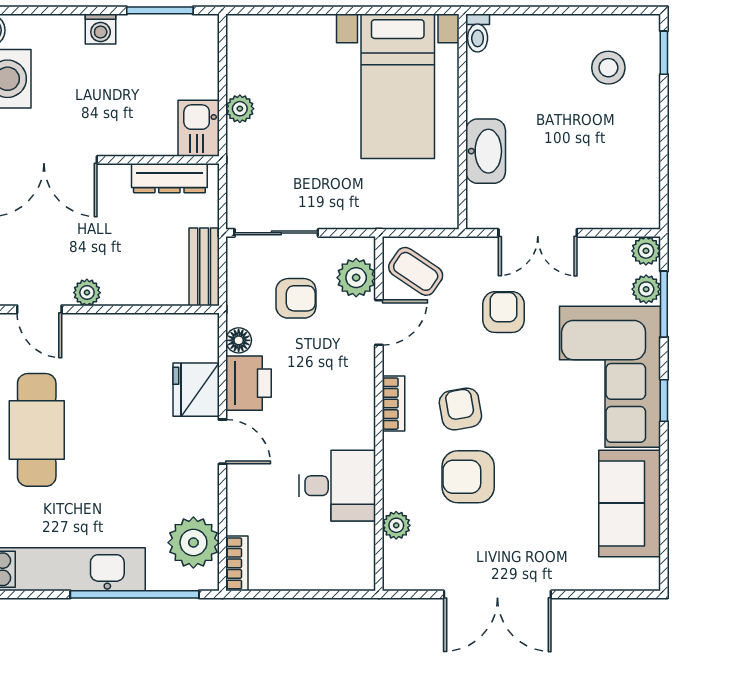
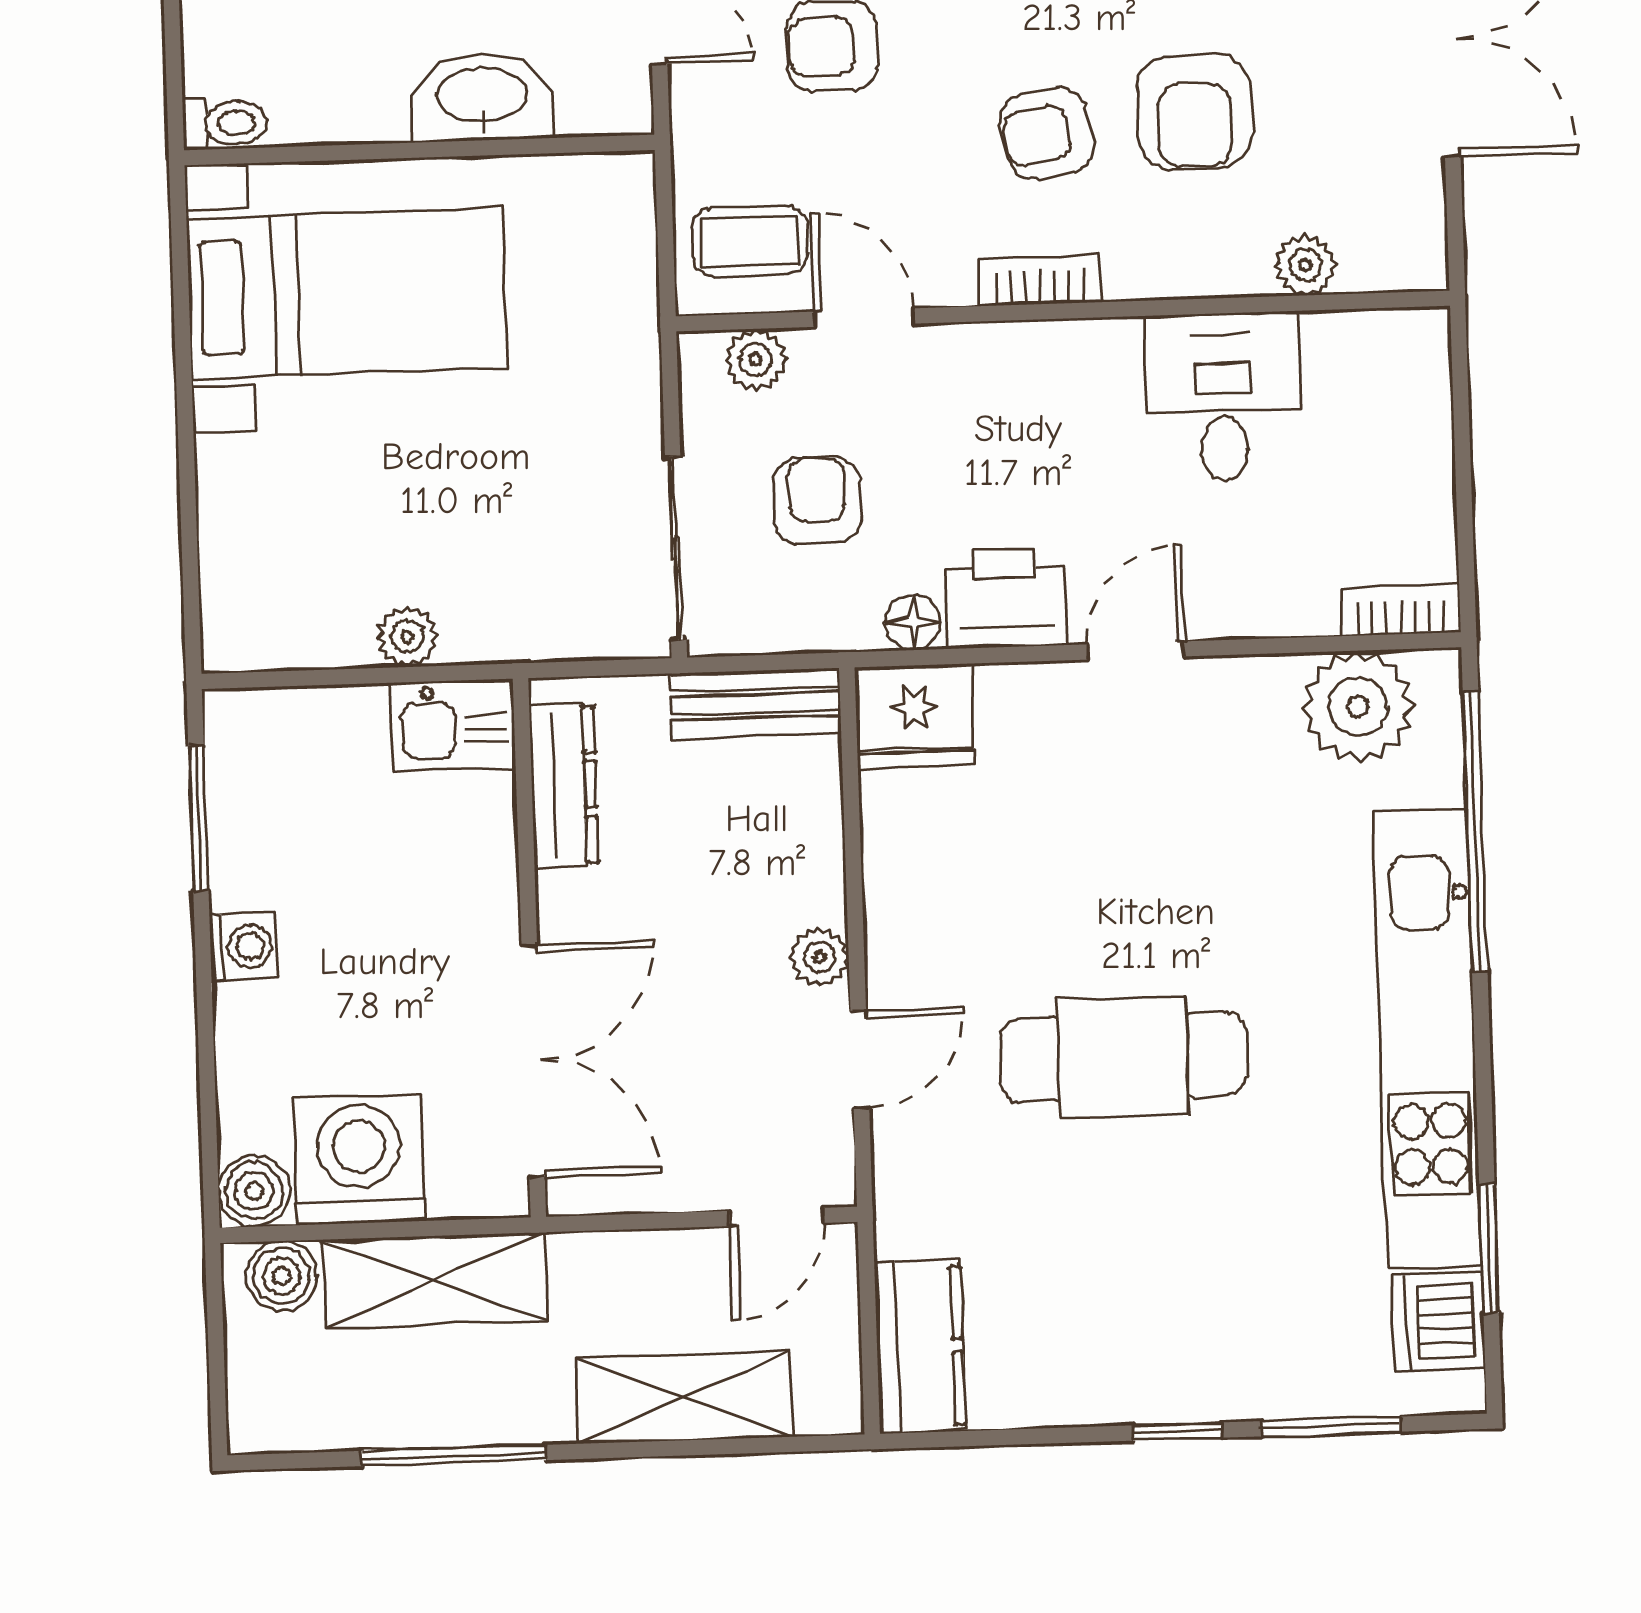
coffee table: (416, 271) -> (750, 241), turned 56
plant: (356, 278) -> (756, 359), width x0.73, depth x0.73
fridge: (196, 390) -> (914, 716), moved

